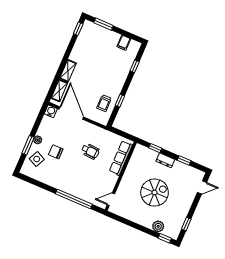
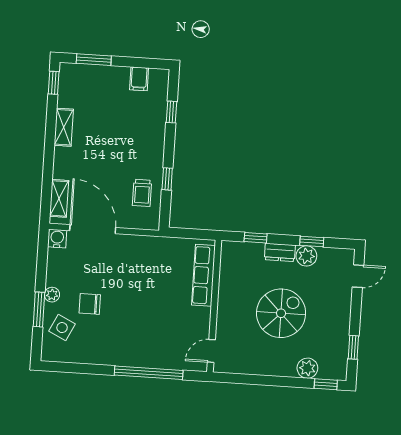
shelving: (68, 71) -> (64, 127), moved
wheelchair: (90, 151) -> (148, 282), removed
plant: (179, 167) -> (306, 256), added

